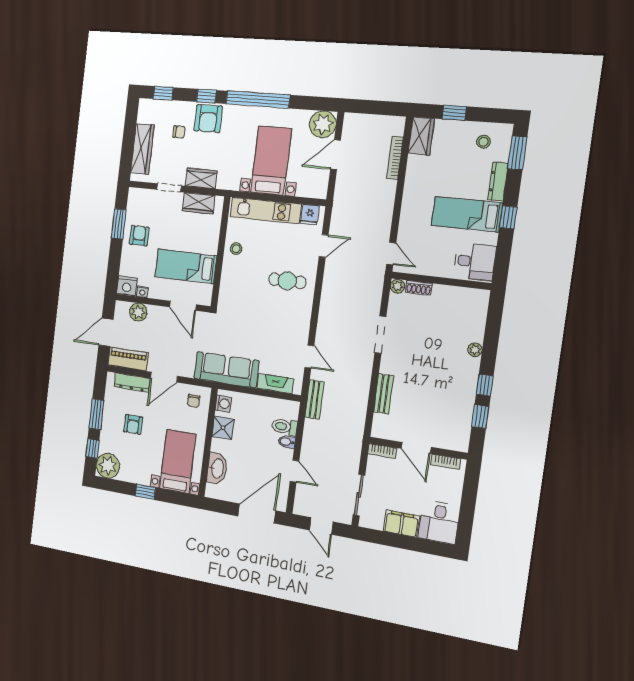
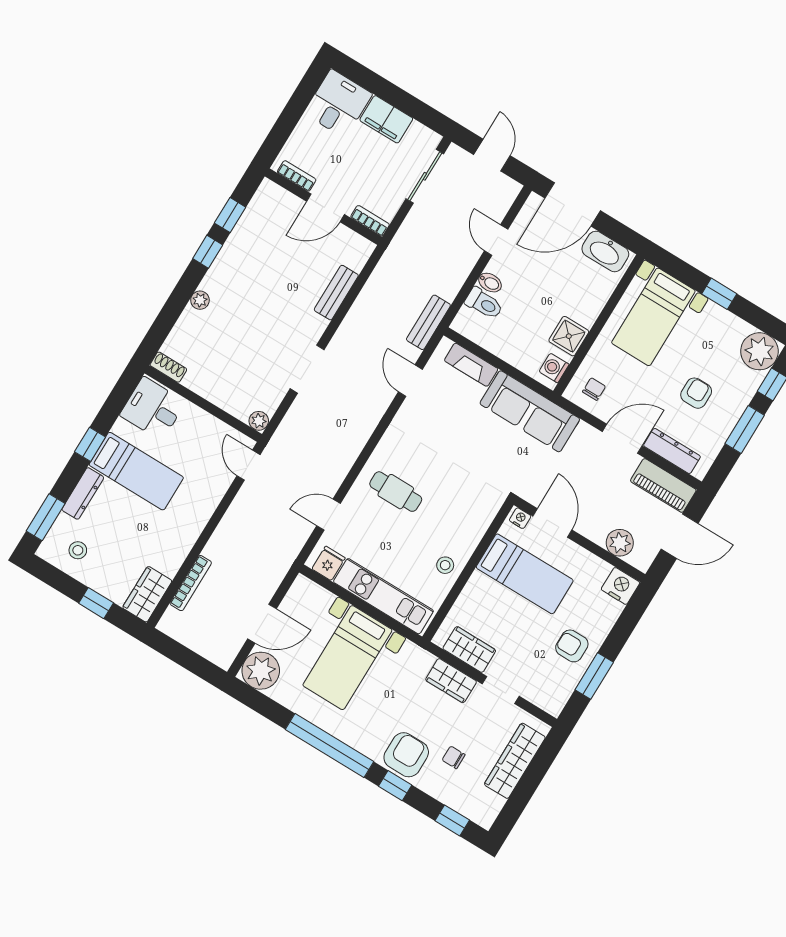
armchair: (139, 236) -> (572, 646), turned 90
shoe rack: (419, 288) -> (168, 367), moved
nightstand: (142, 292) -> (520, 518), moved
door: (416, 448) -> (325, 208), swing flipped
washbasin: (217, 468) -> (605, 251), moved, turned -90

